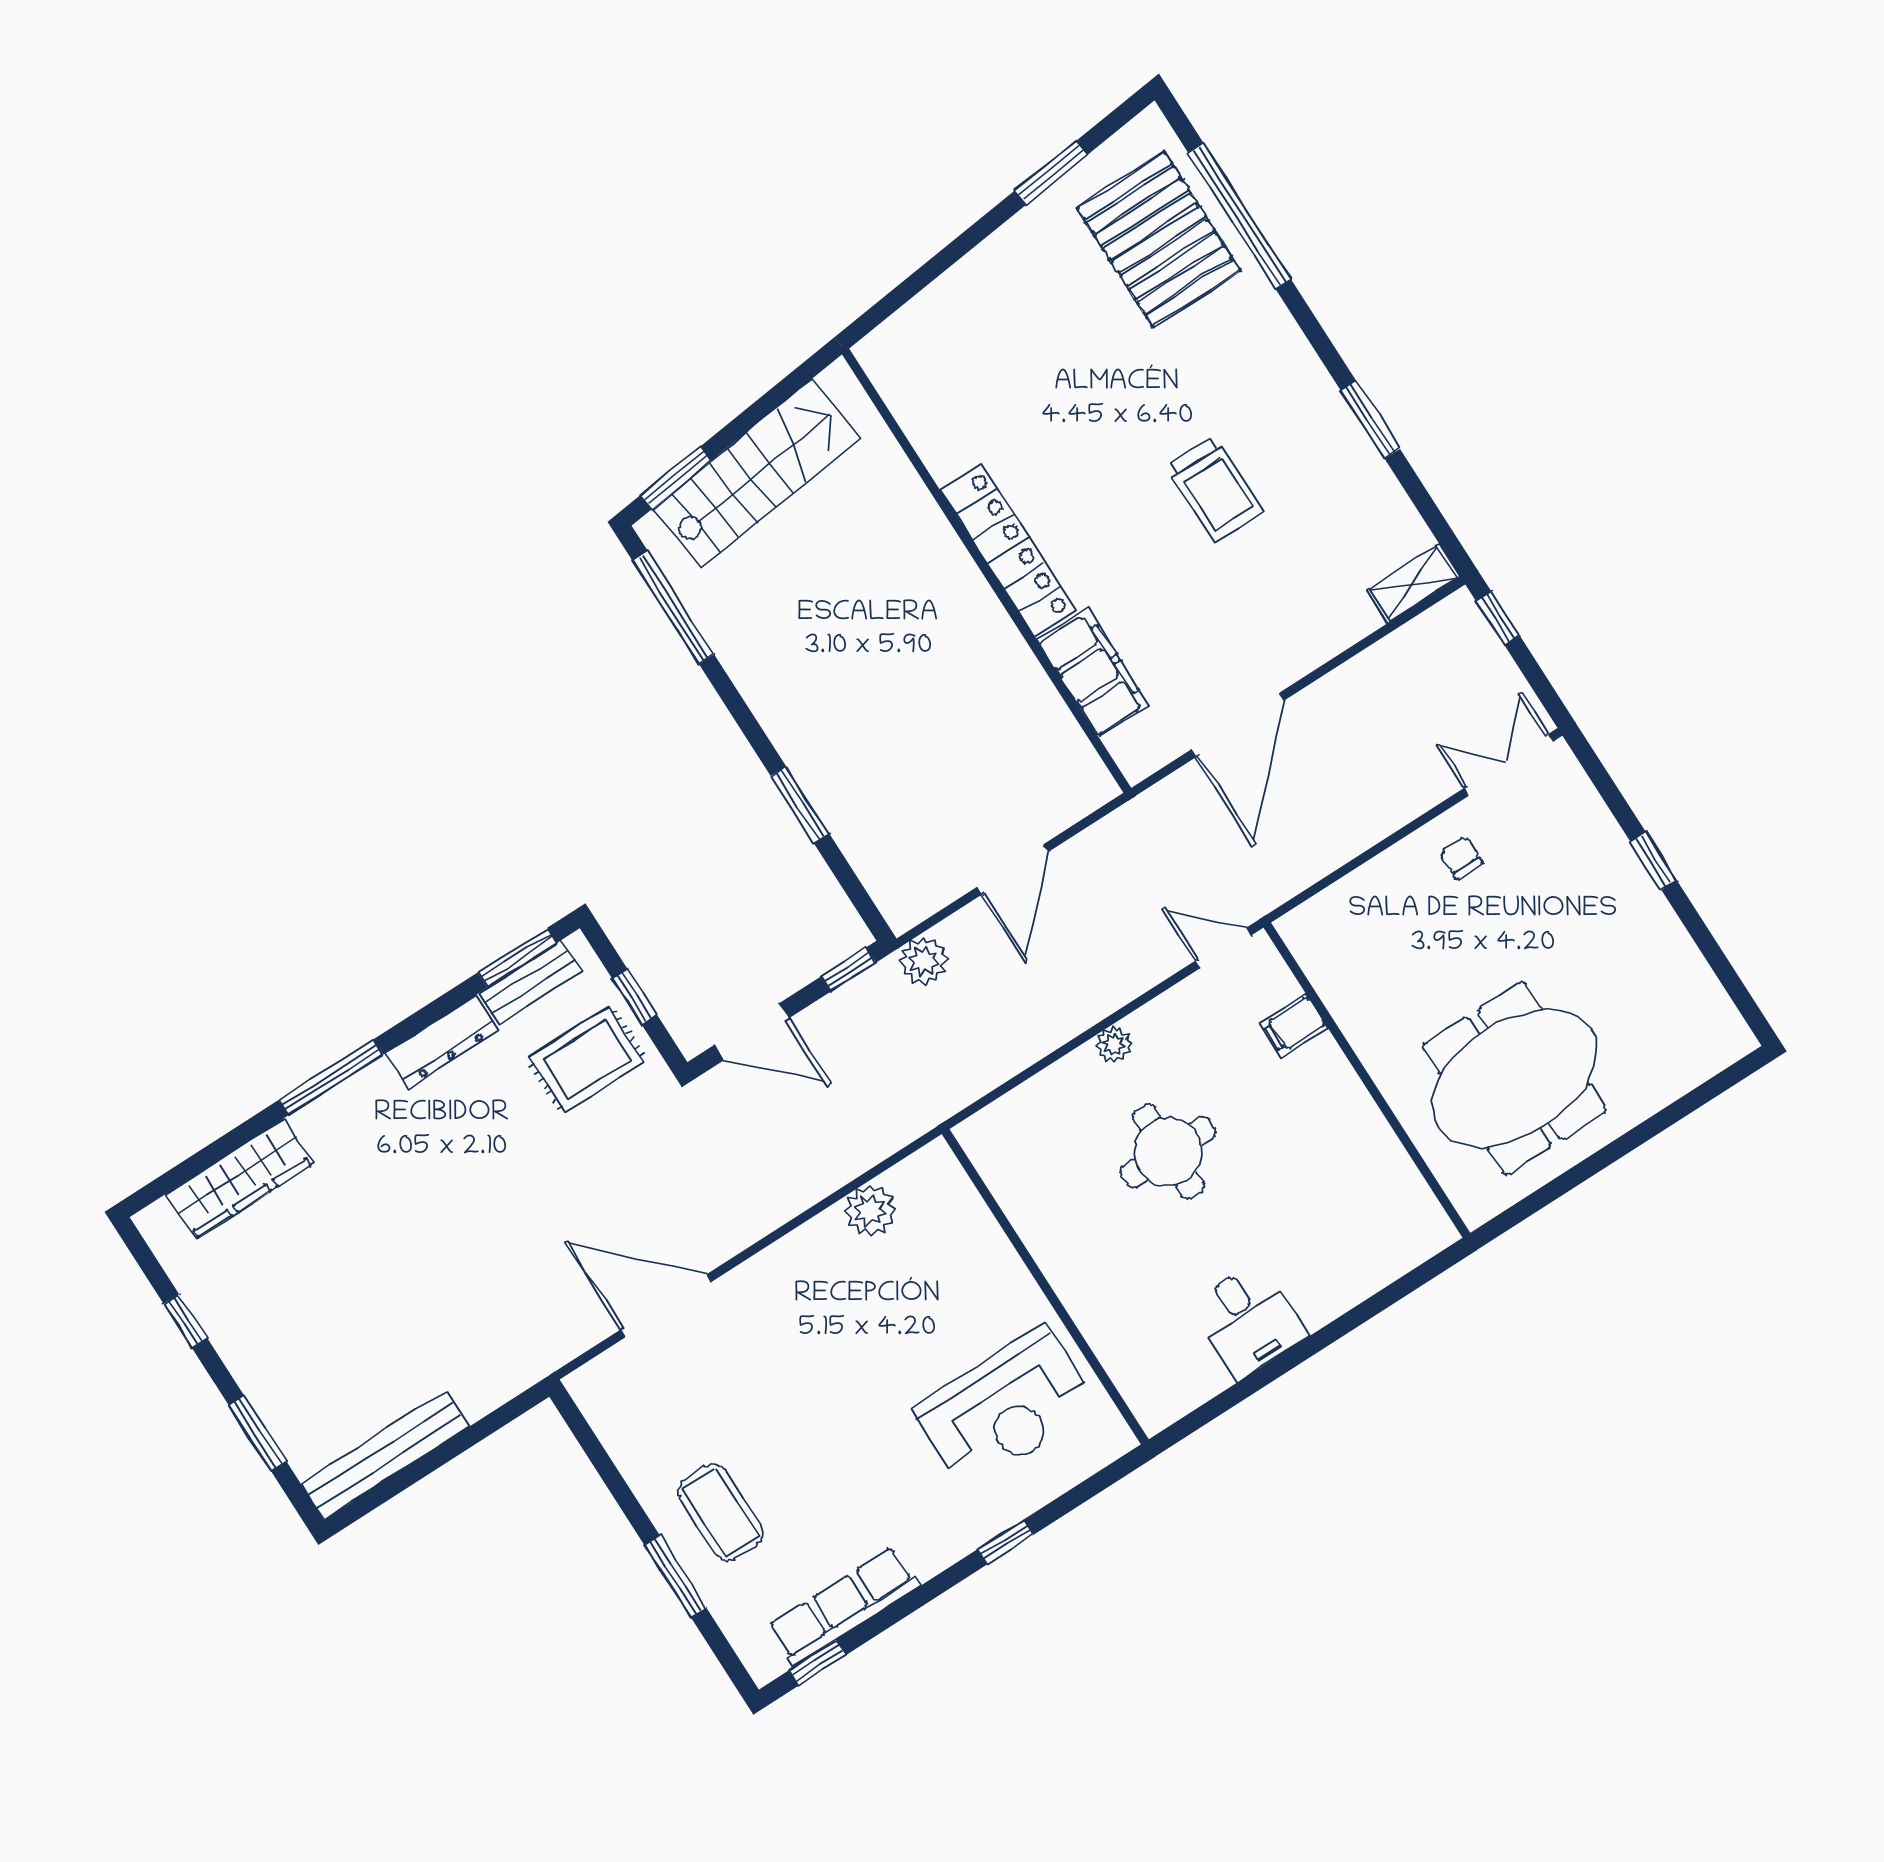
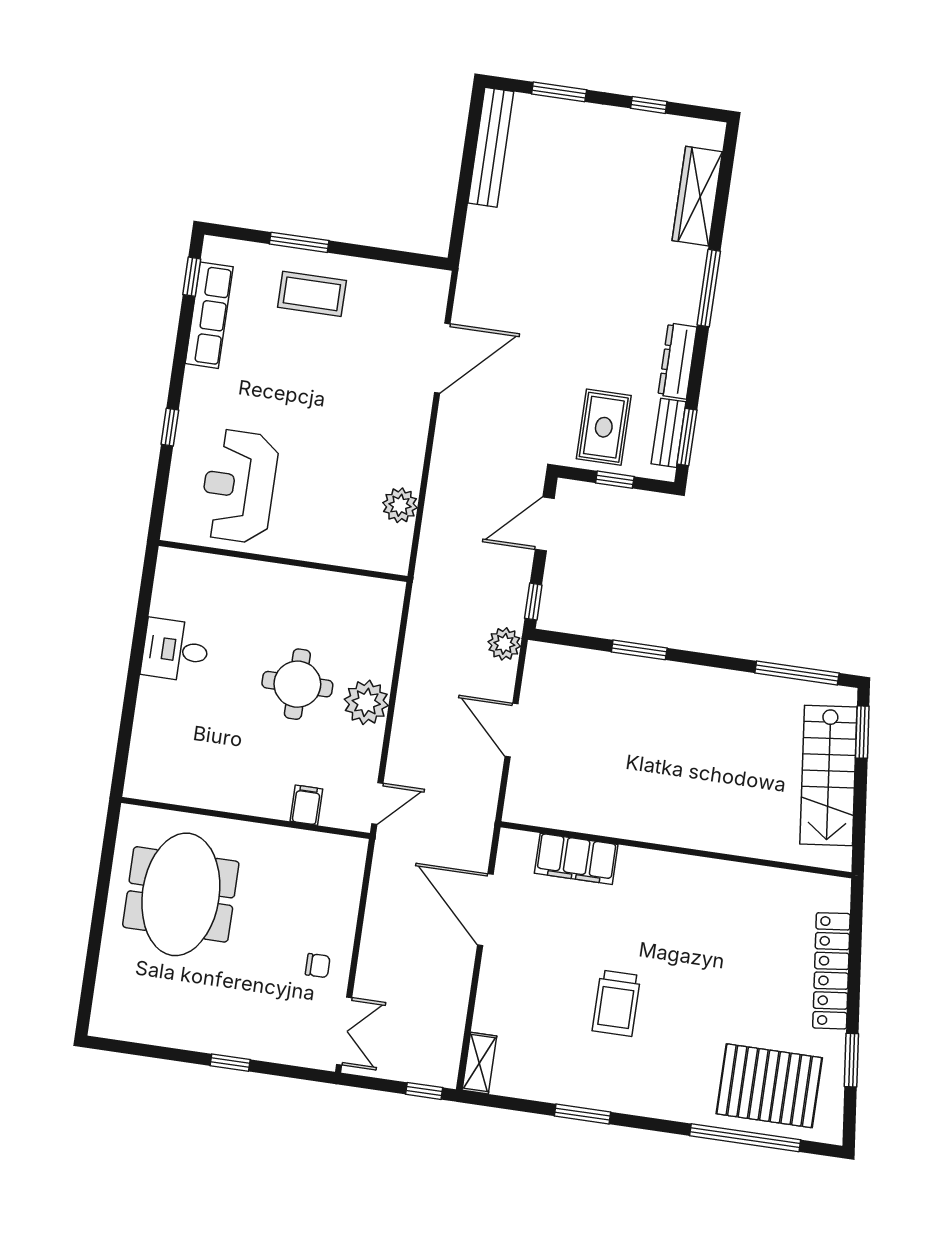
trolley: (1215, 489) -> (616, 1003), turned -90
locker: (1008, 551) -> (831, 971), moved, turned 84
plant: (1114, 1045) -> (366, 702), width x1.87, depth x1.87

